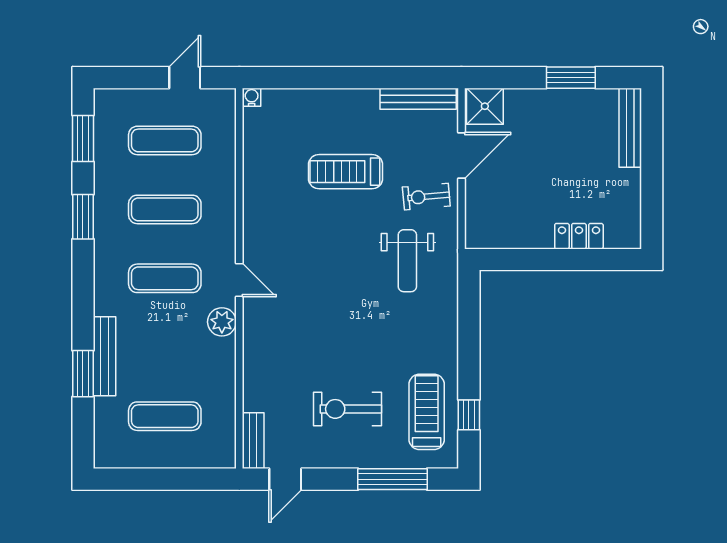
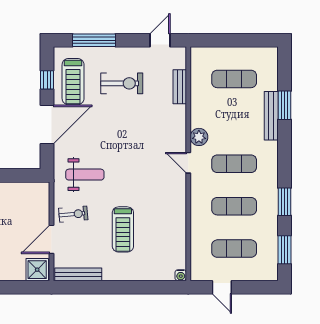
door: (185, 78) -> (222, 287), hinge flipped
treadmill: (346, 172) -> (123, 229), turned 90
weight bench: (407, 261) -> (85, 175), turned 90
door: (469, 342) -> (47, 124), added
bench: (253, 441) -> (180, 87), moved

